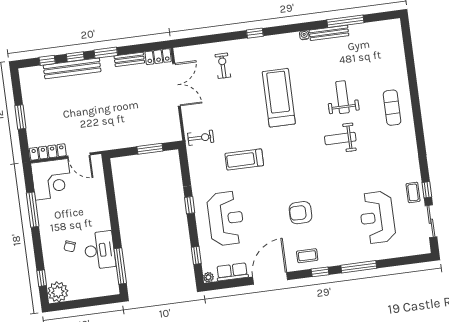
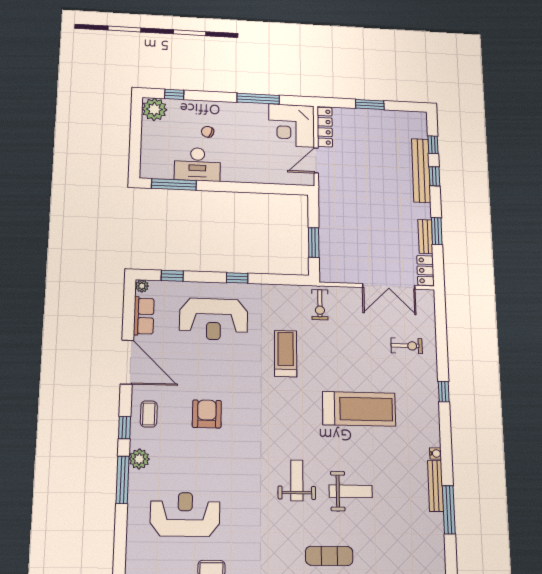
window: (106, 53) -> (437, 231), moved
plant: (342, 257) -> (139, 459), added

